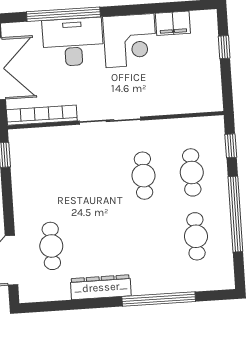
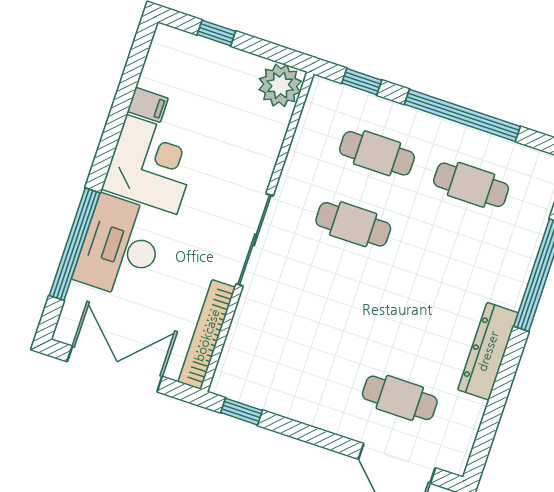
filing cabinet: (173, 23) -> (148, 105), width x0.50
plant: (209, 98) -> (280, 85), added

